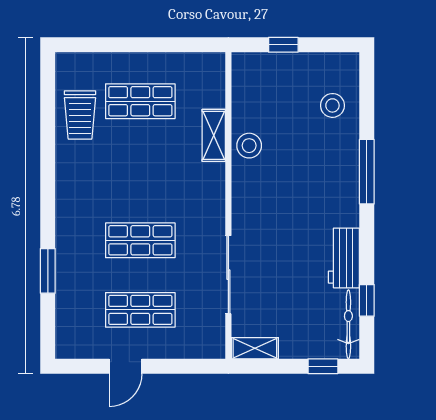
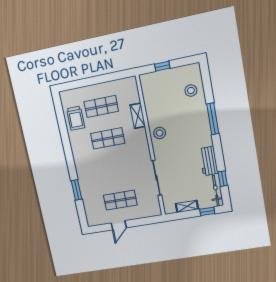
stool: (249, 146) -> (160, 133), moved
shop shelf: (140, 240) -> (108, 138), moved
shelving: (255, 348) -> (187, 206), moved

